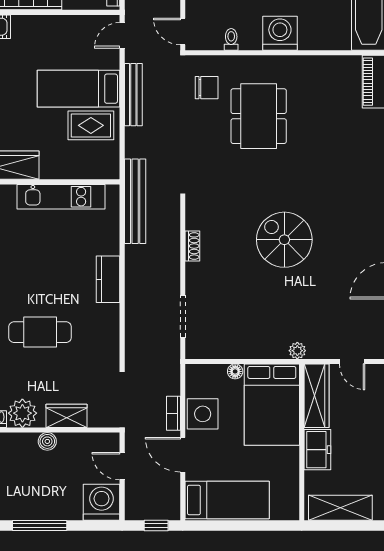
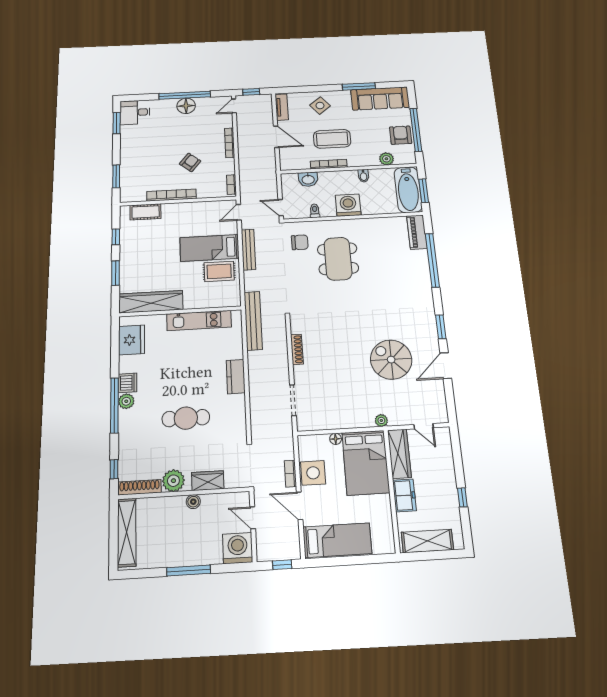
spiral stairs: (284, 240) -> (391, 360), moved
shoe rack: (192, 246) -> (297, 349), width x1.43

